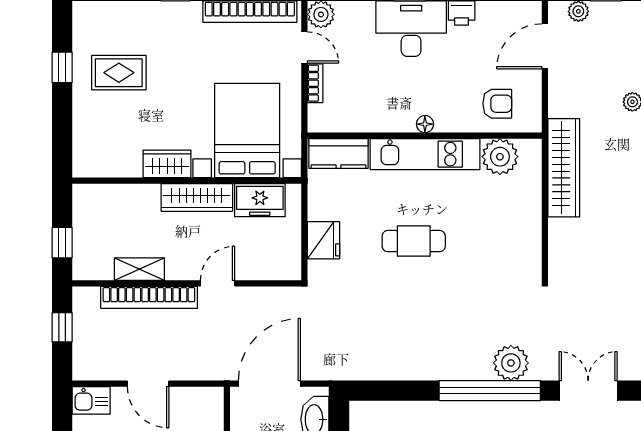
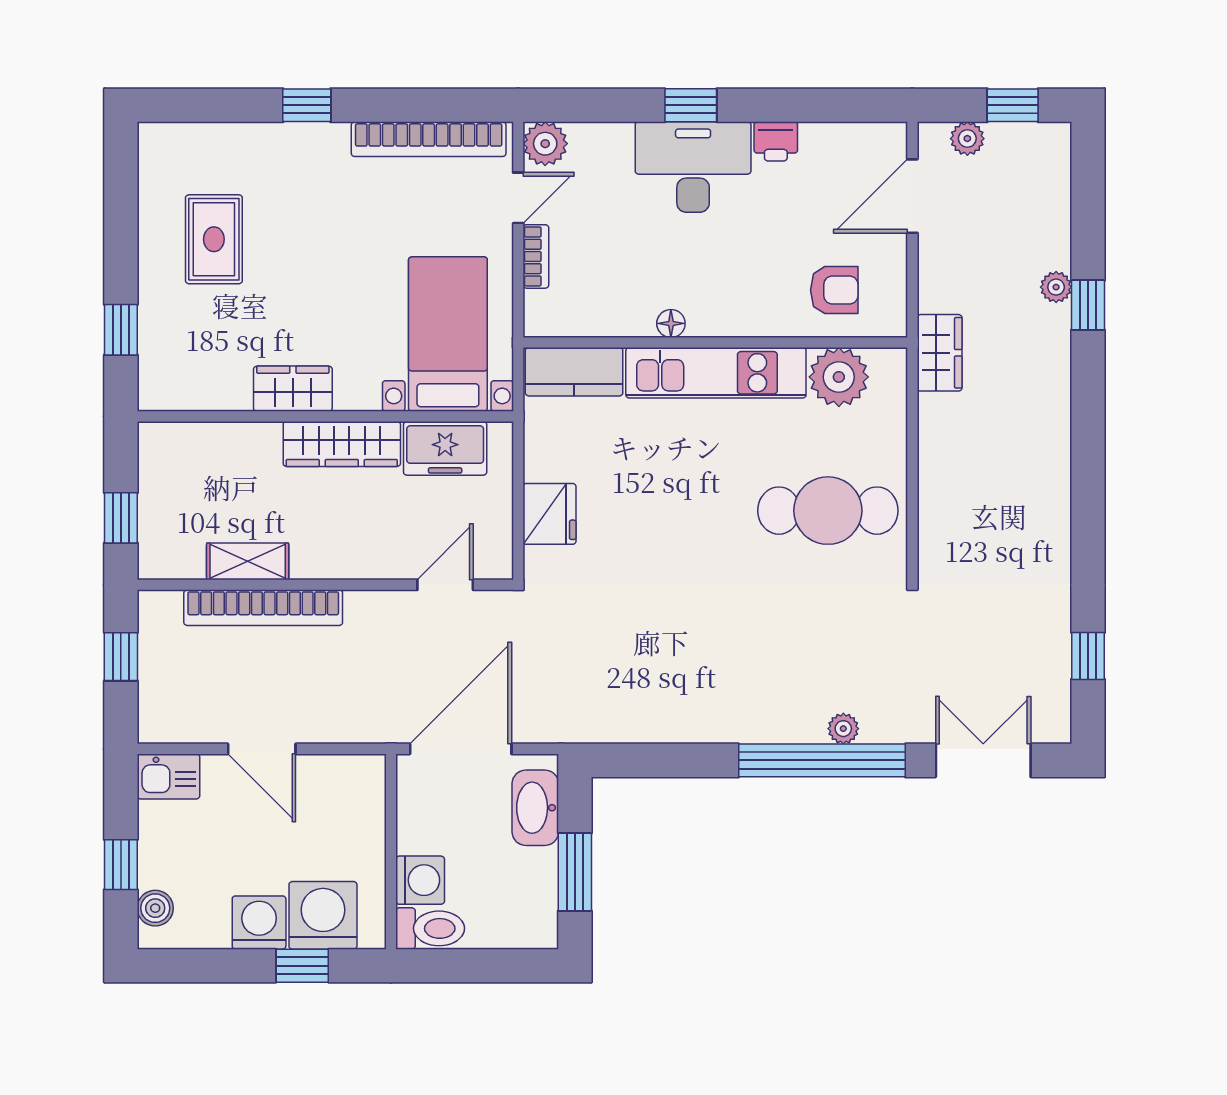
door: (304, 47) -> (518, 198), hinge flipped
window: (62, 67) -> (121, 330), moved
rug: (119, 73) -> (214, 239), turned 90
floor lamp: (425, 124) -> (671, 323), moved
bed with nightstands: (247, 131) -> (448, 334), width x0.73
wardrobe: (564, 168) -> (940, 353), width x0.48, depth x0.85
cafe table: (414, 241) -> (828, 511), moved, width x1.37, depth x1.35
door: (217, 283) -> (445, 585), moved
plant: (511, 363) -> (843, 729), width x0.53, depth x0.53

